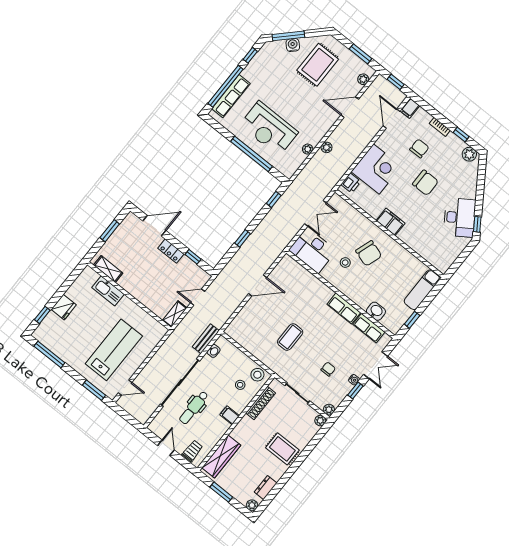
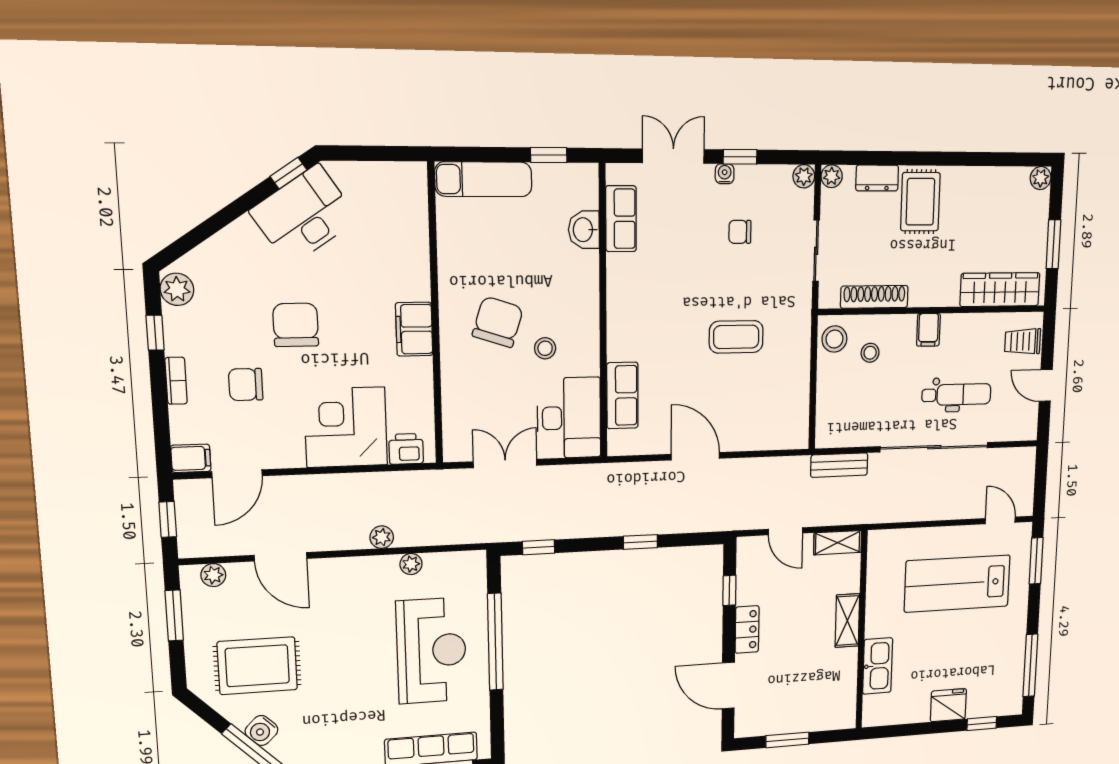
shelving: (108, 269) -> (847, 621), moved
row of seats: (344, 308) -> (622, 395), moved
washbasin: (214, 351) -> (849, 438), removed
door: (166, 448) -> (1046, 385), hinge flipped
dresser: (266, 488) -> (877, 178), moved

